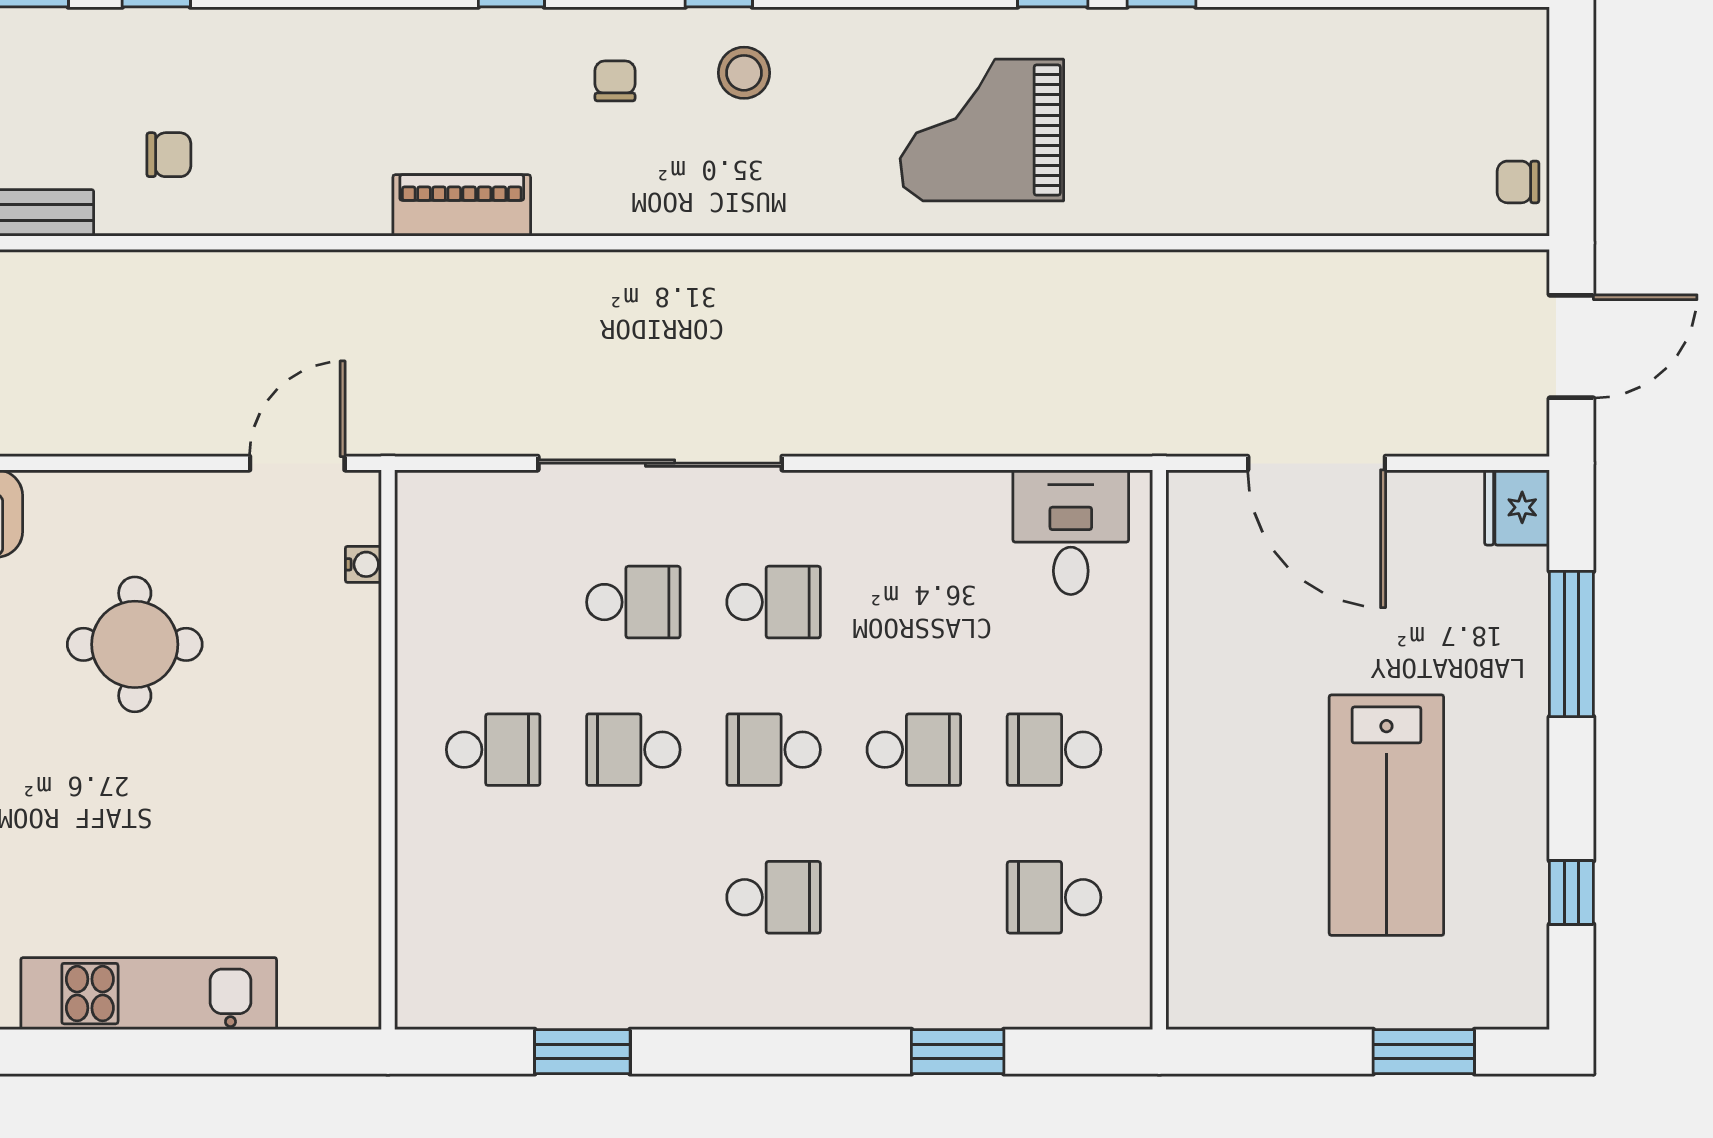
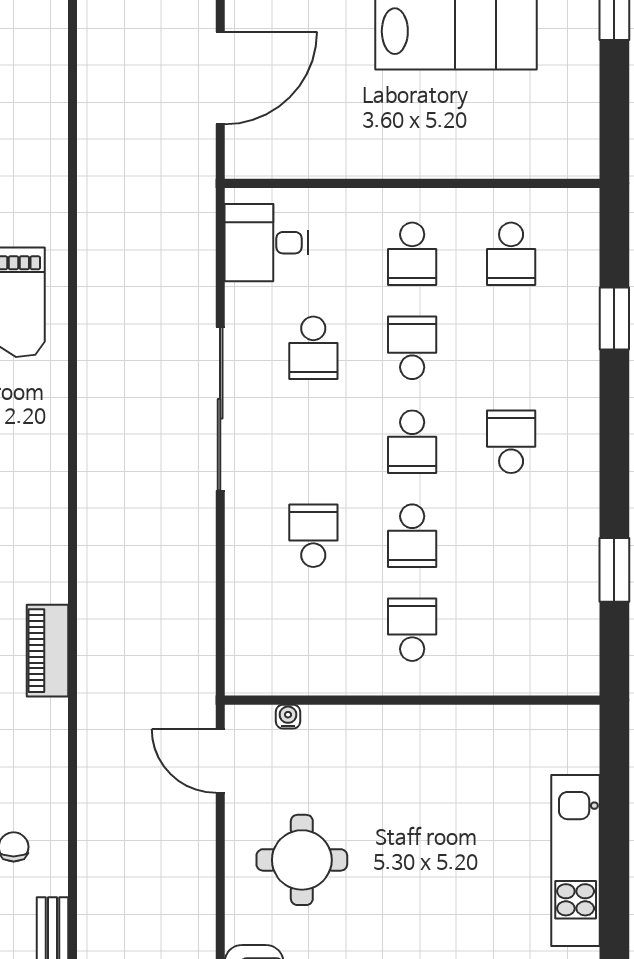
sliding door: (660, 463) -> (220, 409), moved
school desk: (774, 602) -> (313, 348), moved, turned 180
round table: (135, 644) -> (302, 860), moved

